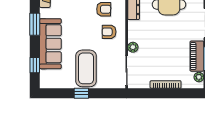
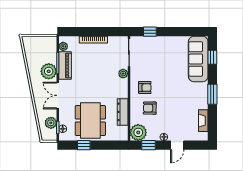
sofa: (50, 44) -> (198, 59), moved
coffee table: (86, 68) -> (166, 54), removed
window: (81, 93) -> (150, 32), moved

